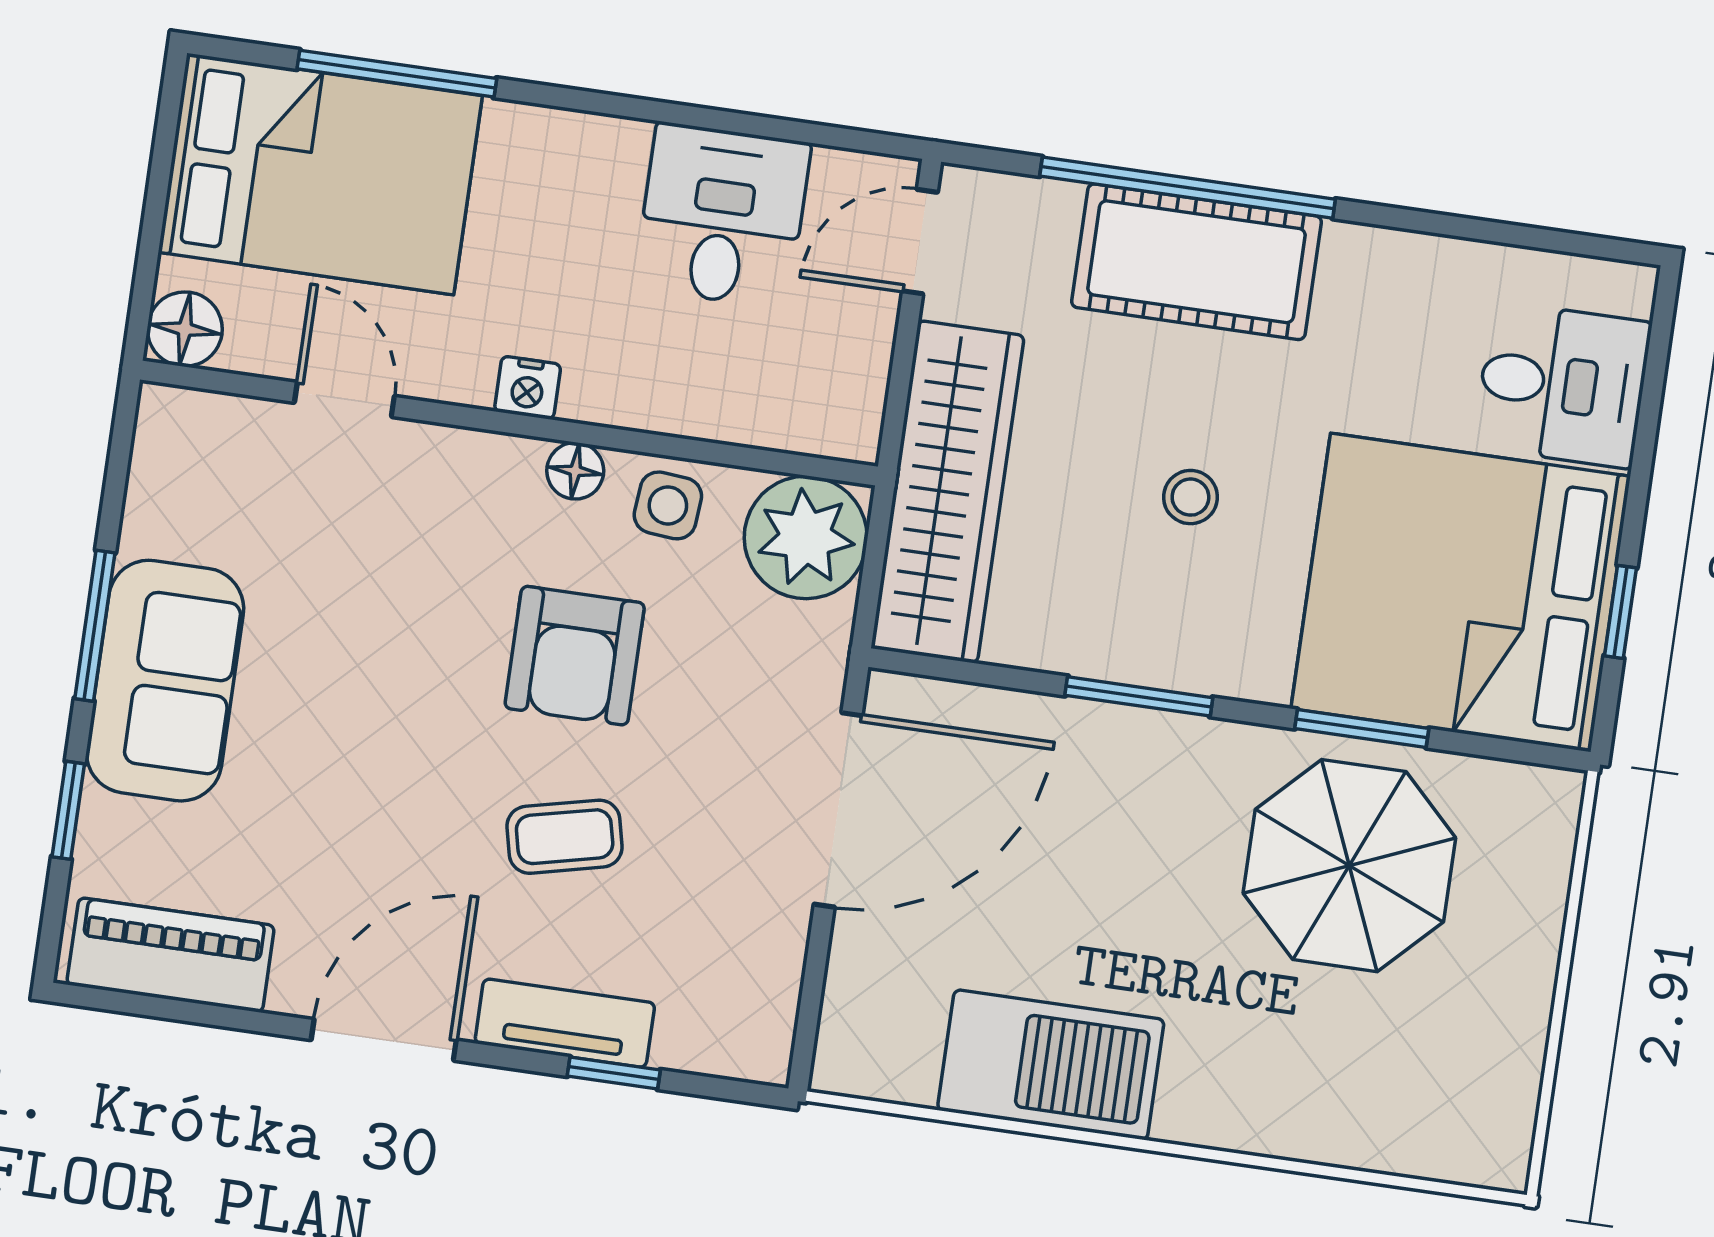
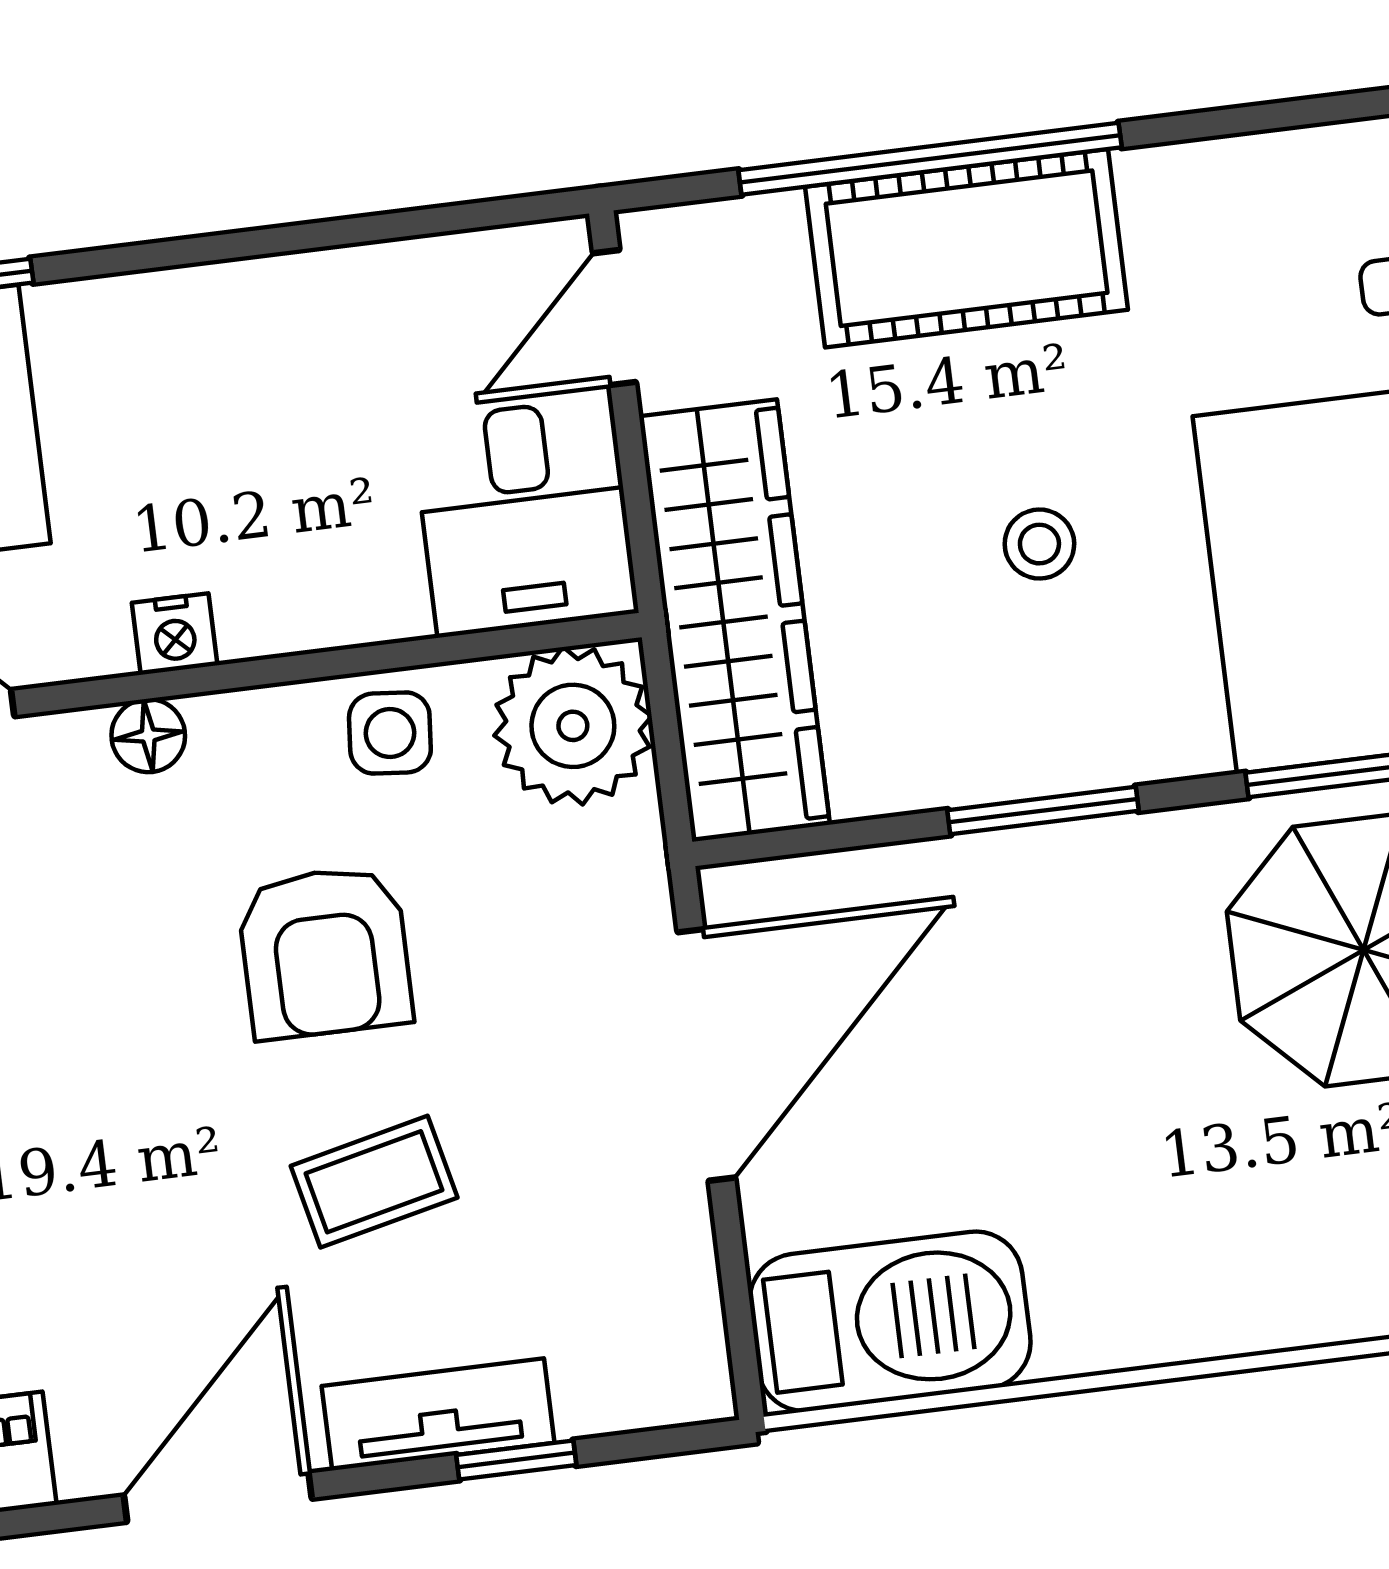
desk: (722, 215) -> (525, 517), moved, turned 180
floor lamp: (575, 471) -> (148, 736), moved
barbecue: (1051, 1065) -> (890, 1321), moved

